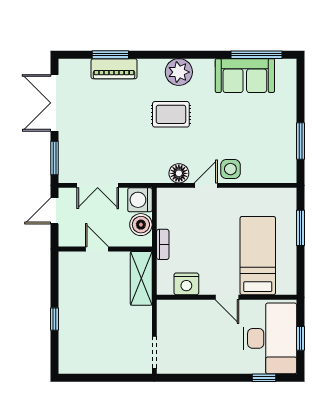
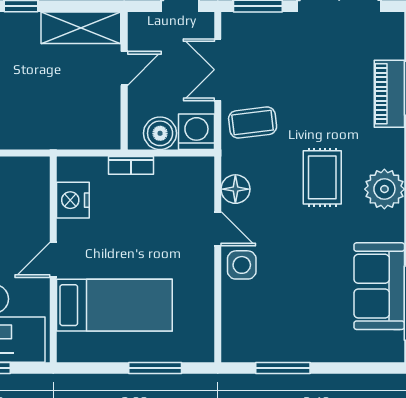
coffee table: (134, 162) -> (253, 123), added
shelving: (141, 278) -> (81, 28), moved

